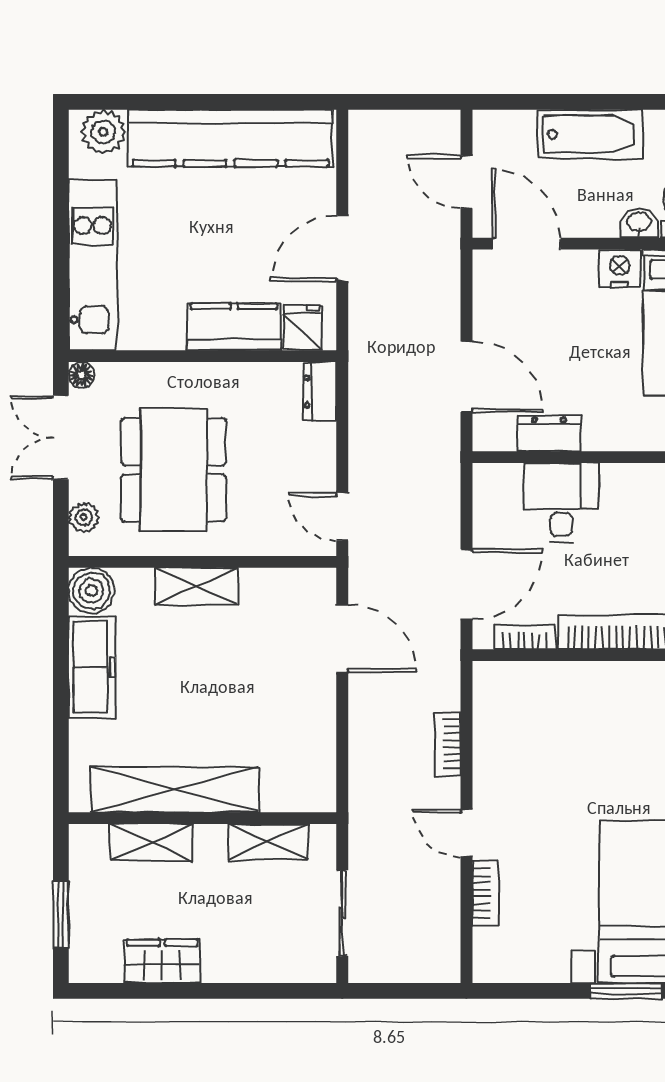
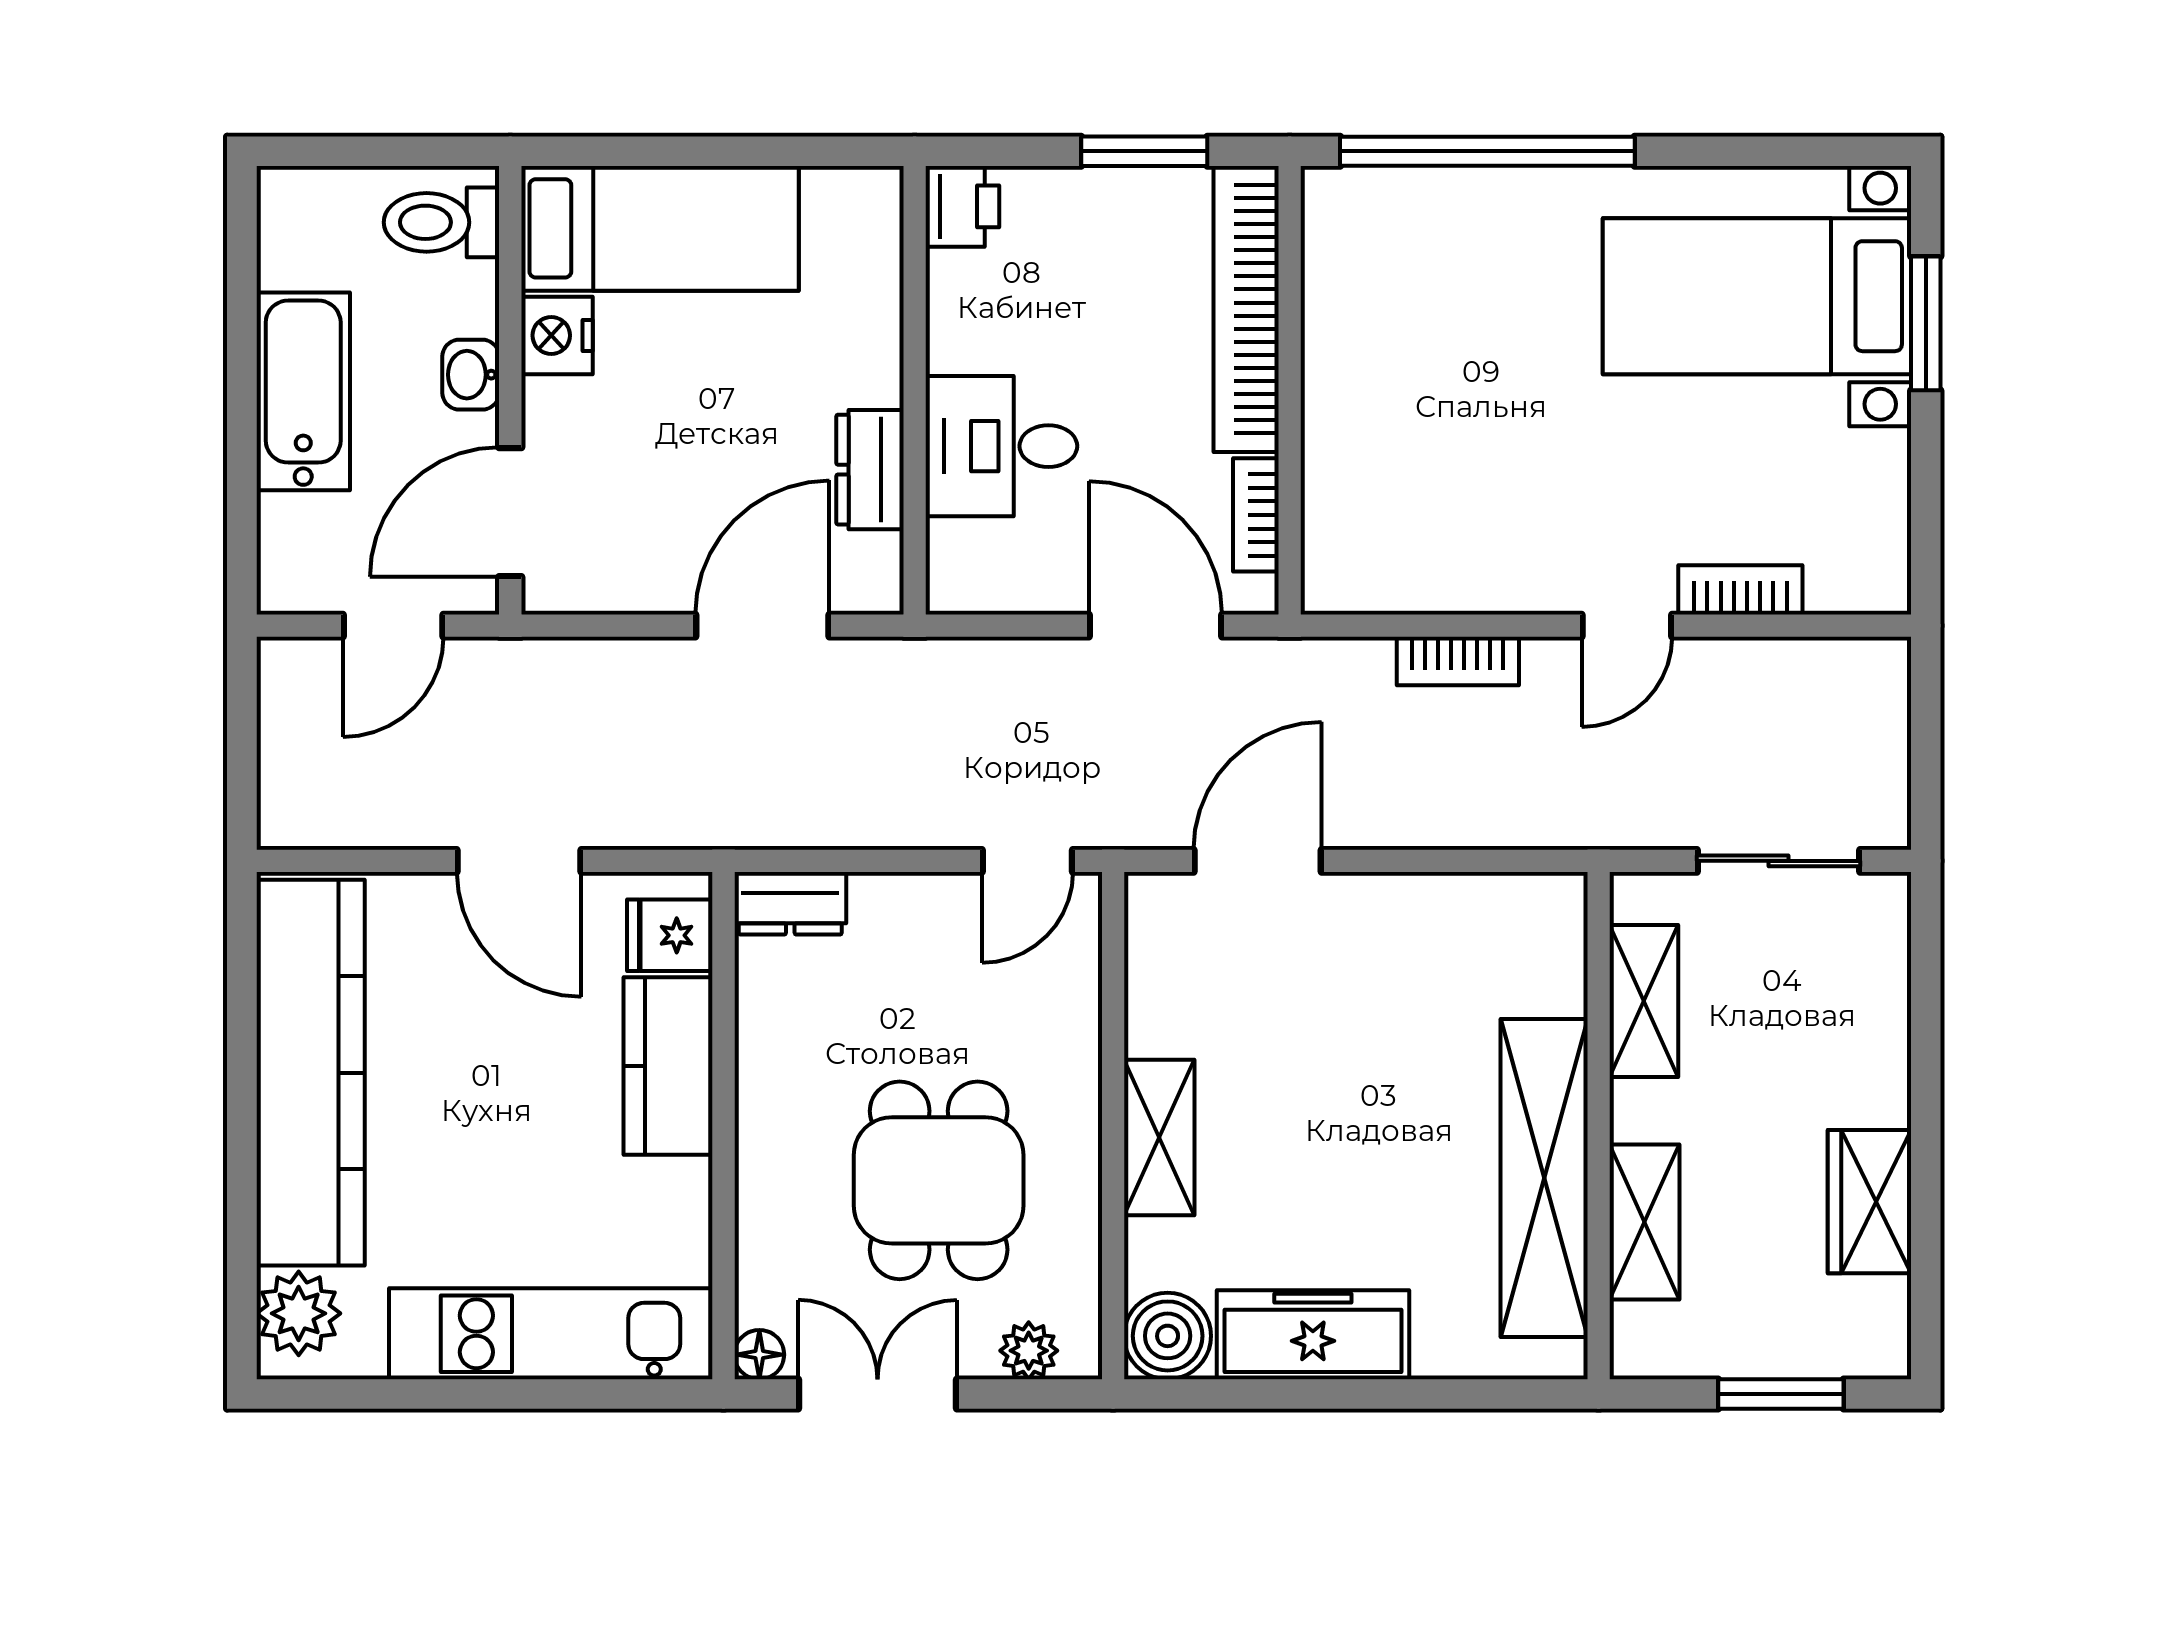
washbasin: (639, 223) -> (471, 375), moved
double door: (61, 437) -> (878, 1394), swing flipped
dining table: (174, 470) -> (939, 1180), width x0.73

